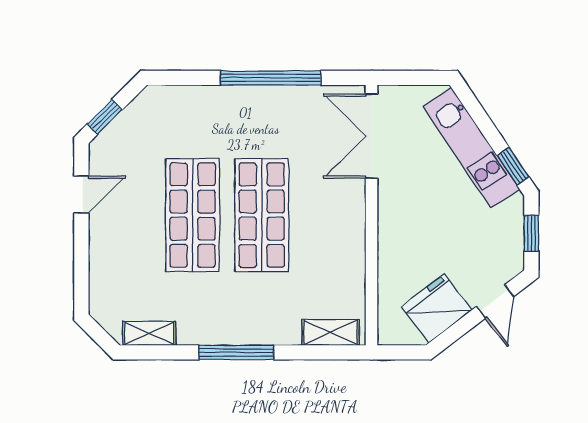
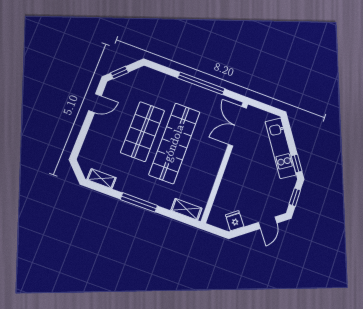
shop shelf: (262, 215) -> (174, 143), width x1.40
fridge: (437, 308) -> (235, 221), width x0.53, depth x0.75

